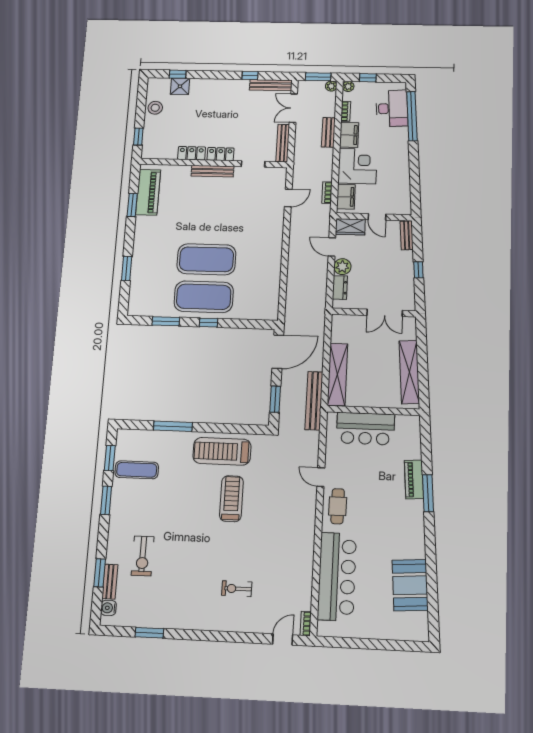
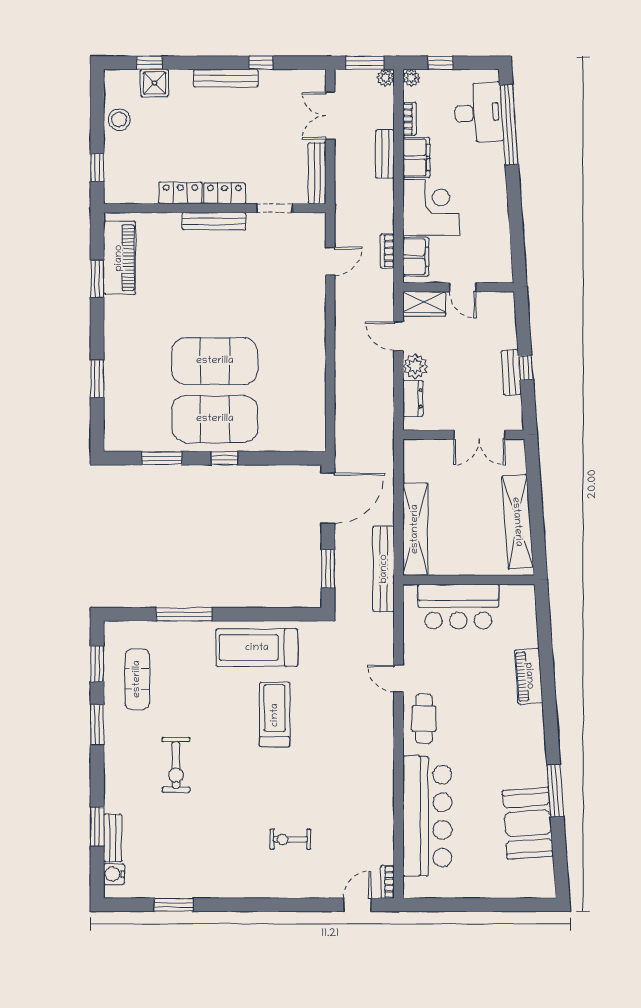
bench: (271, 85) -> (226, 78), moved
bench: (407, 235) -> (511, 372), moved
exercise mat: (137, 470) -> (137, 679), turned 90
window: (428, 493) -> (555, 791), moved
exercise bike: (143, 556) -> (176, 765), moved

